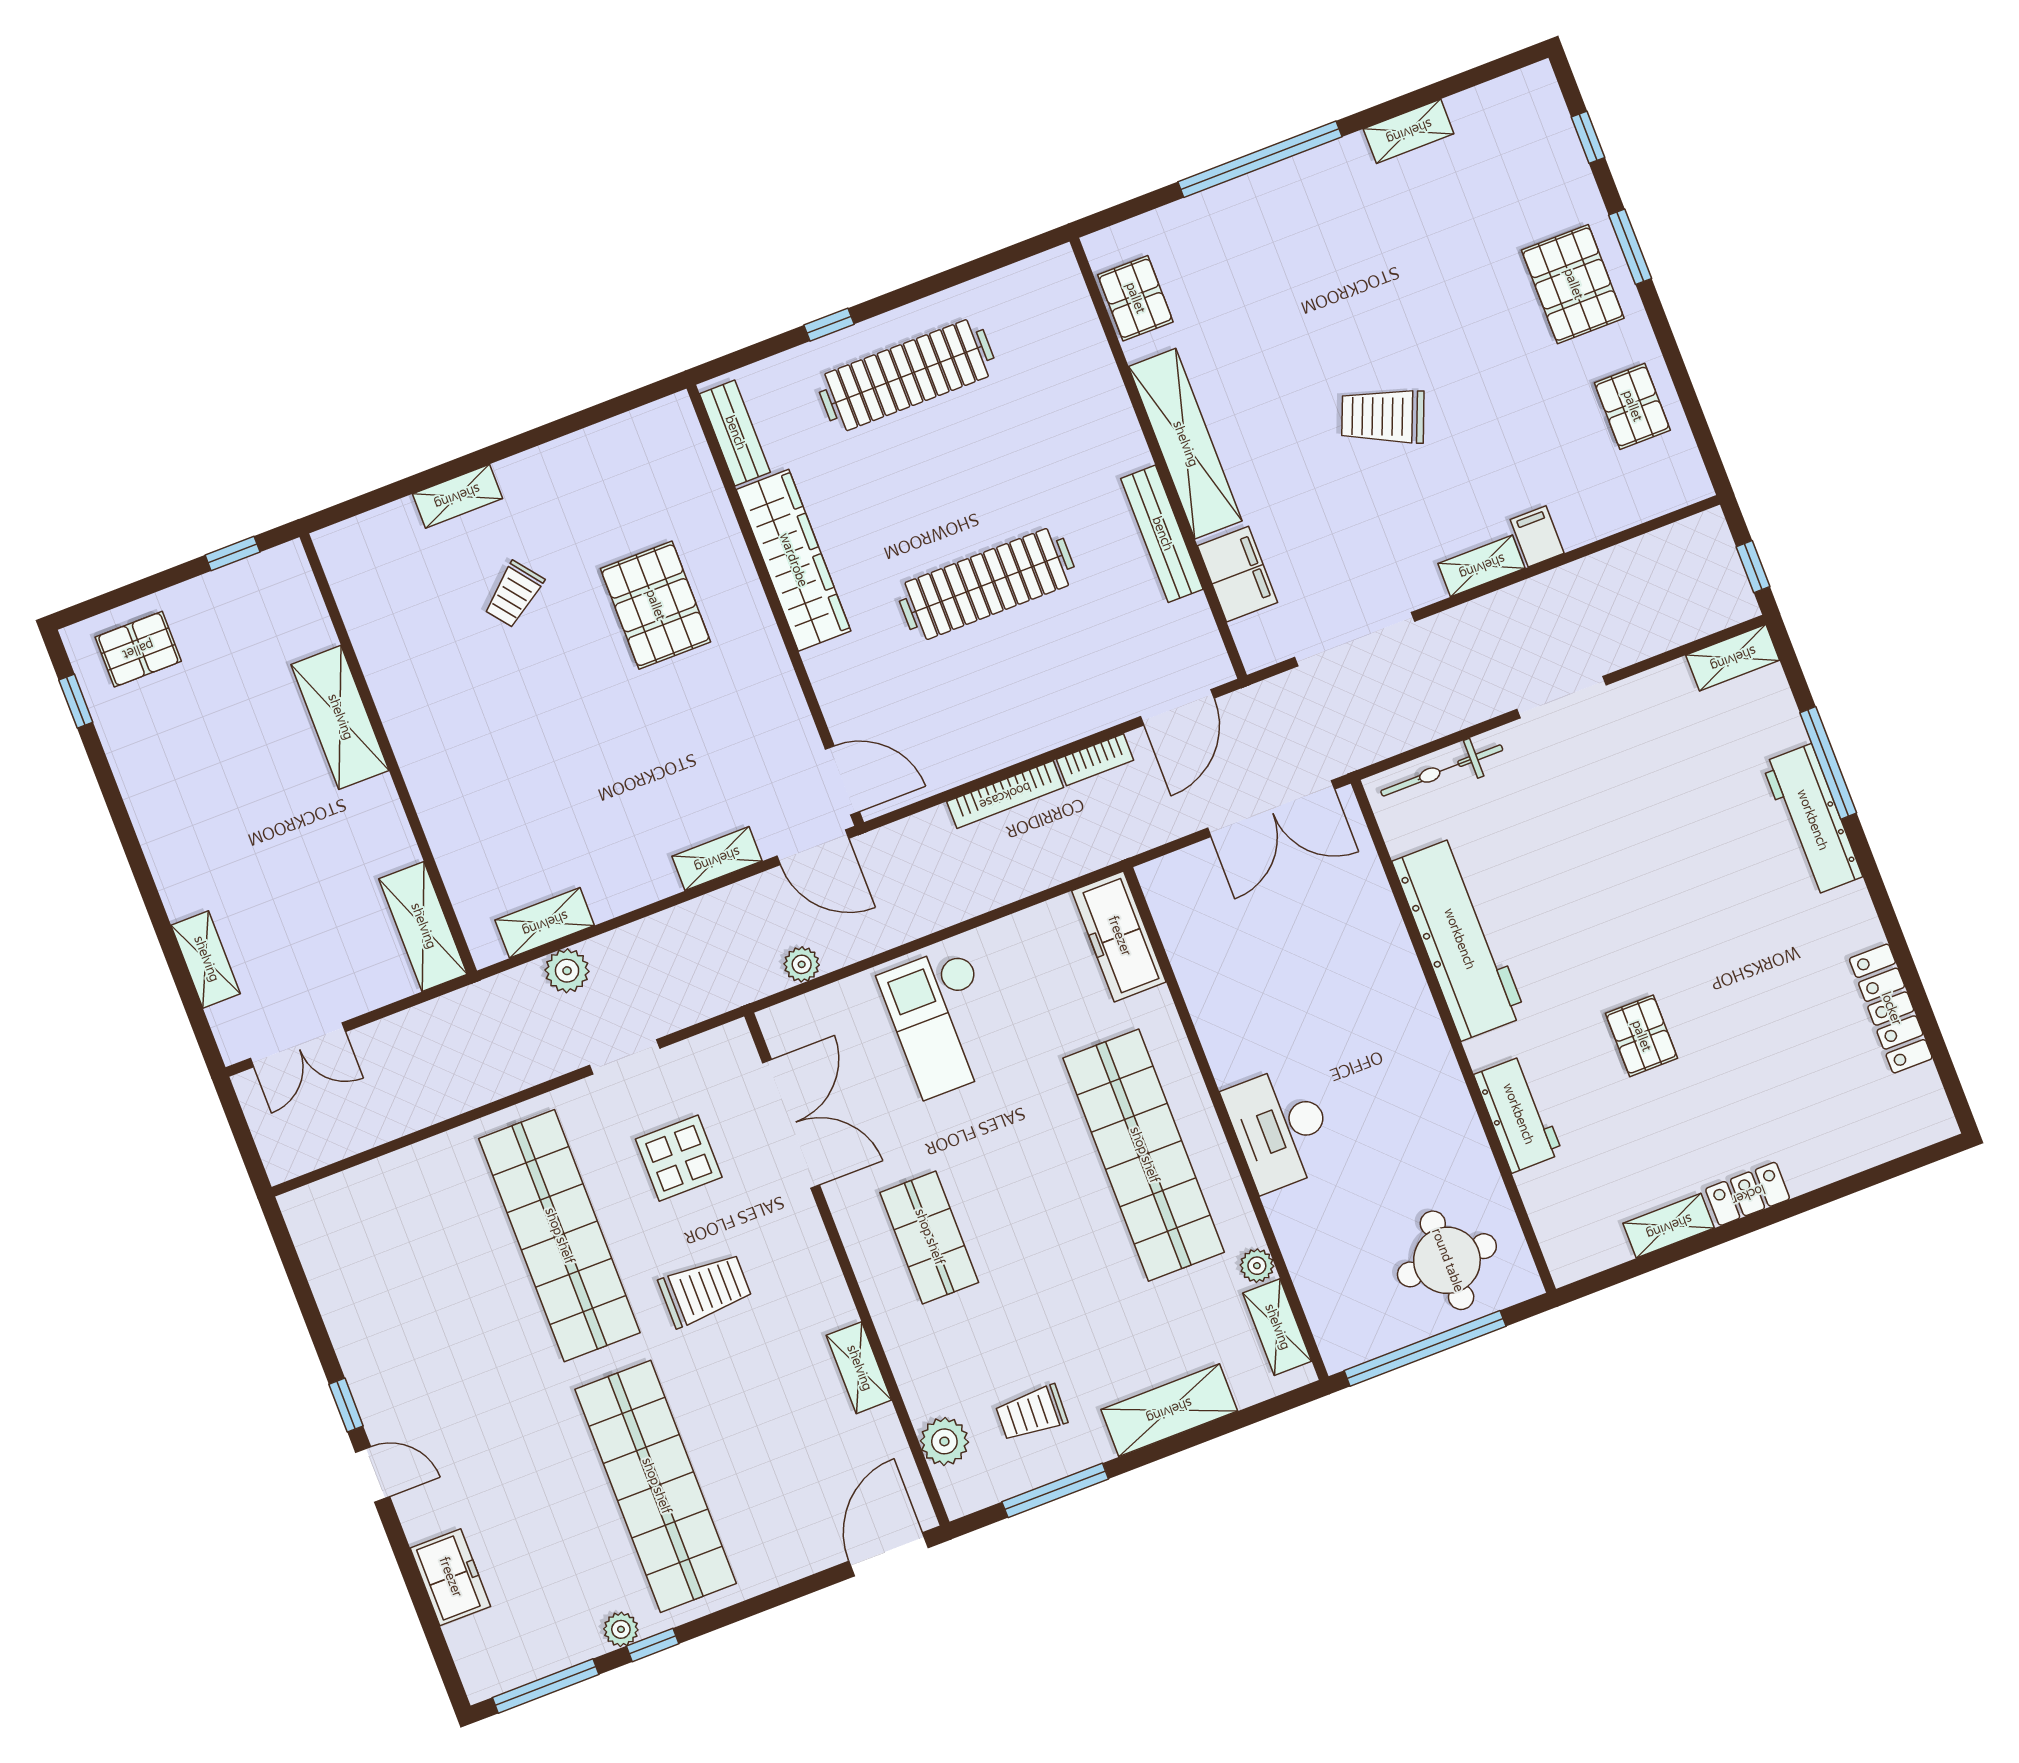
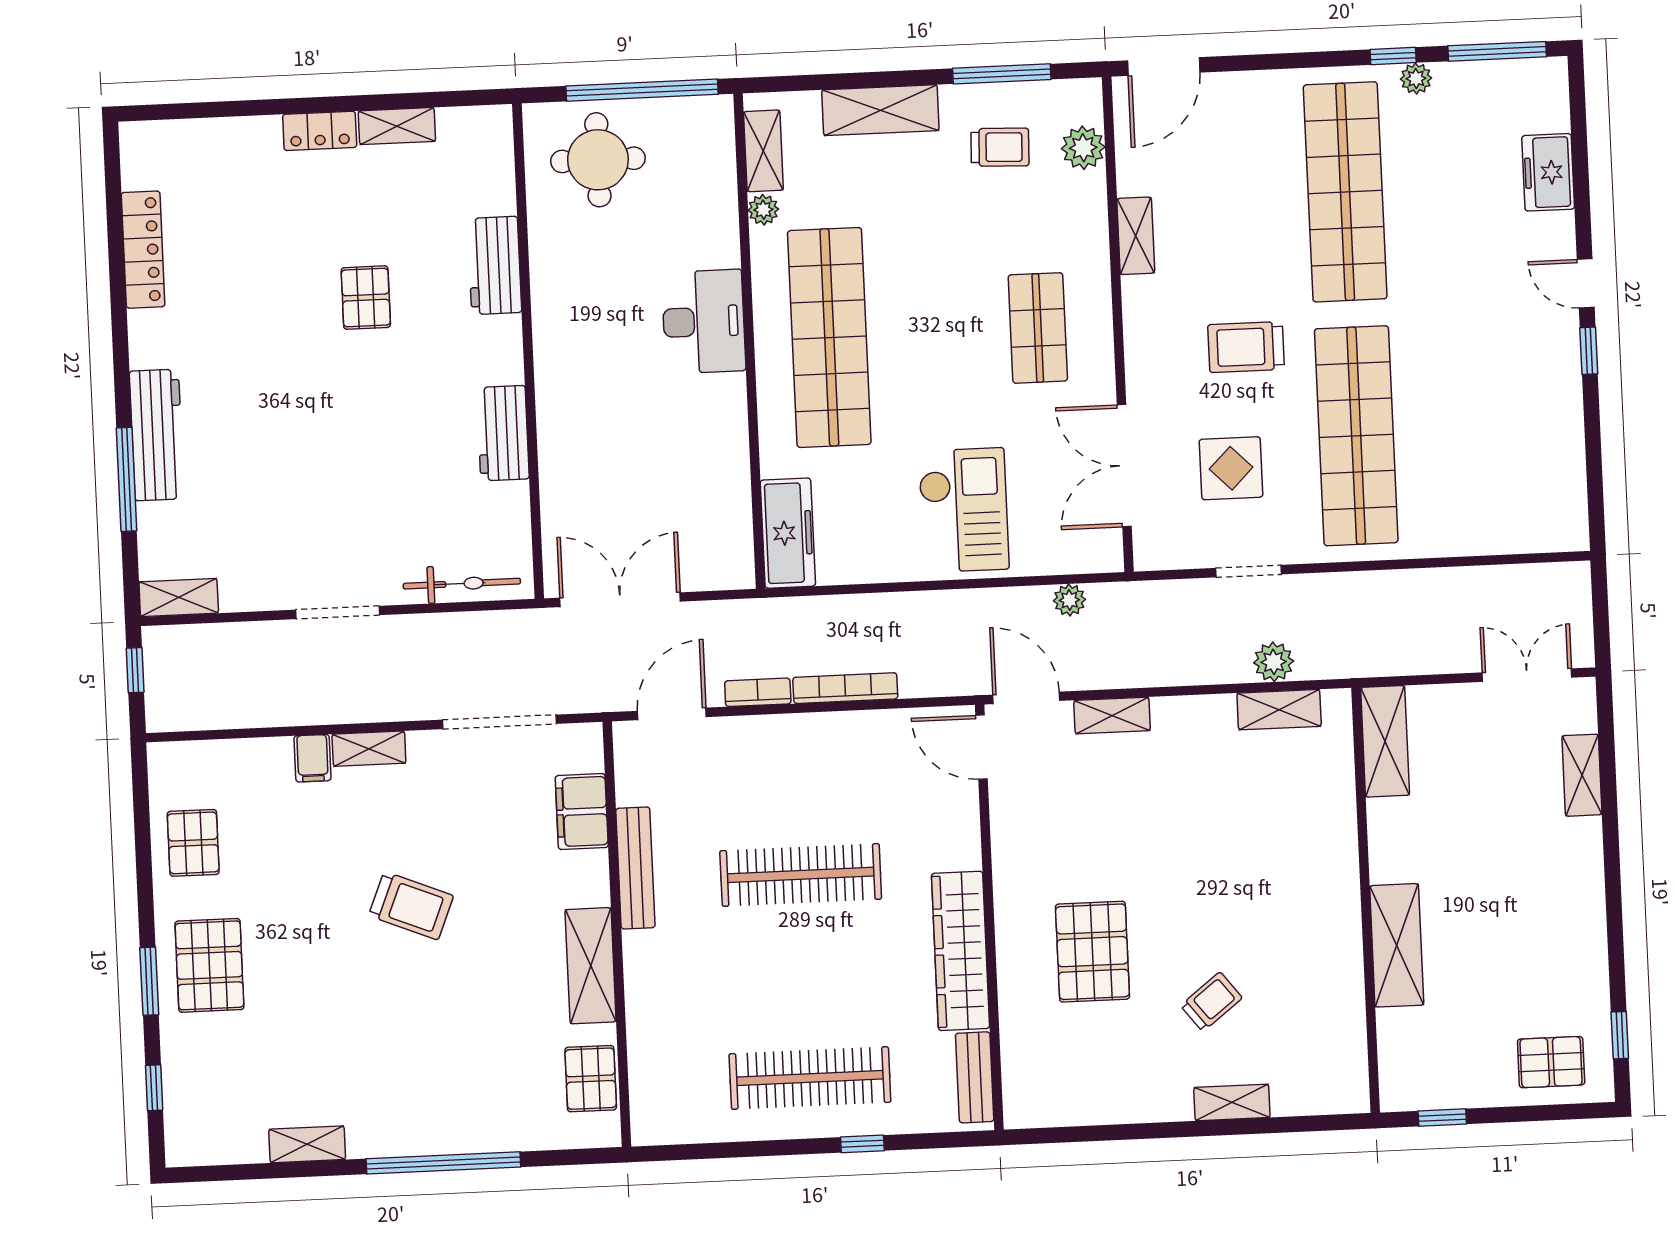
shelving: (1185, 444) -> (591, 966), width x0.68
workbench: (1459, 939) -> (503, 433), width x0.53, depth x0.76

